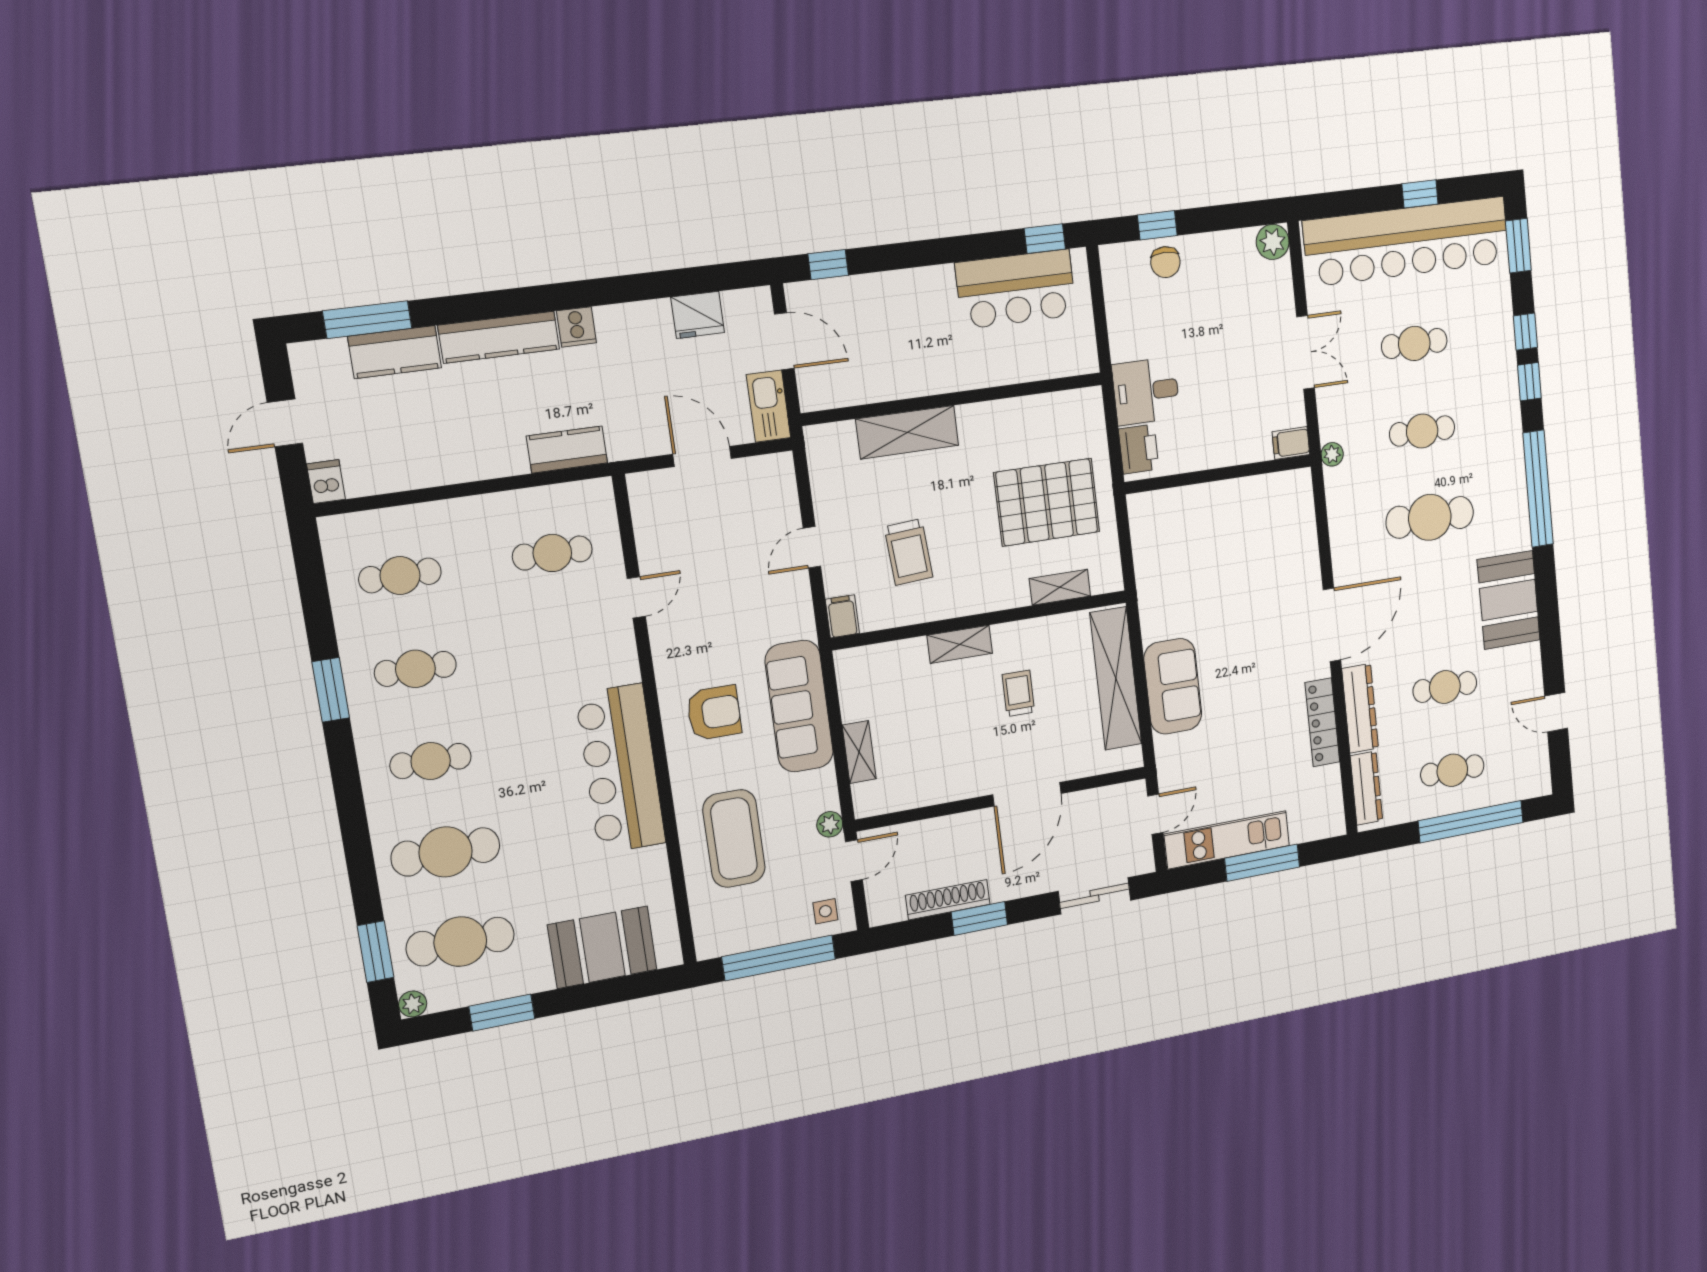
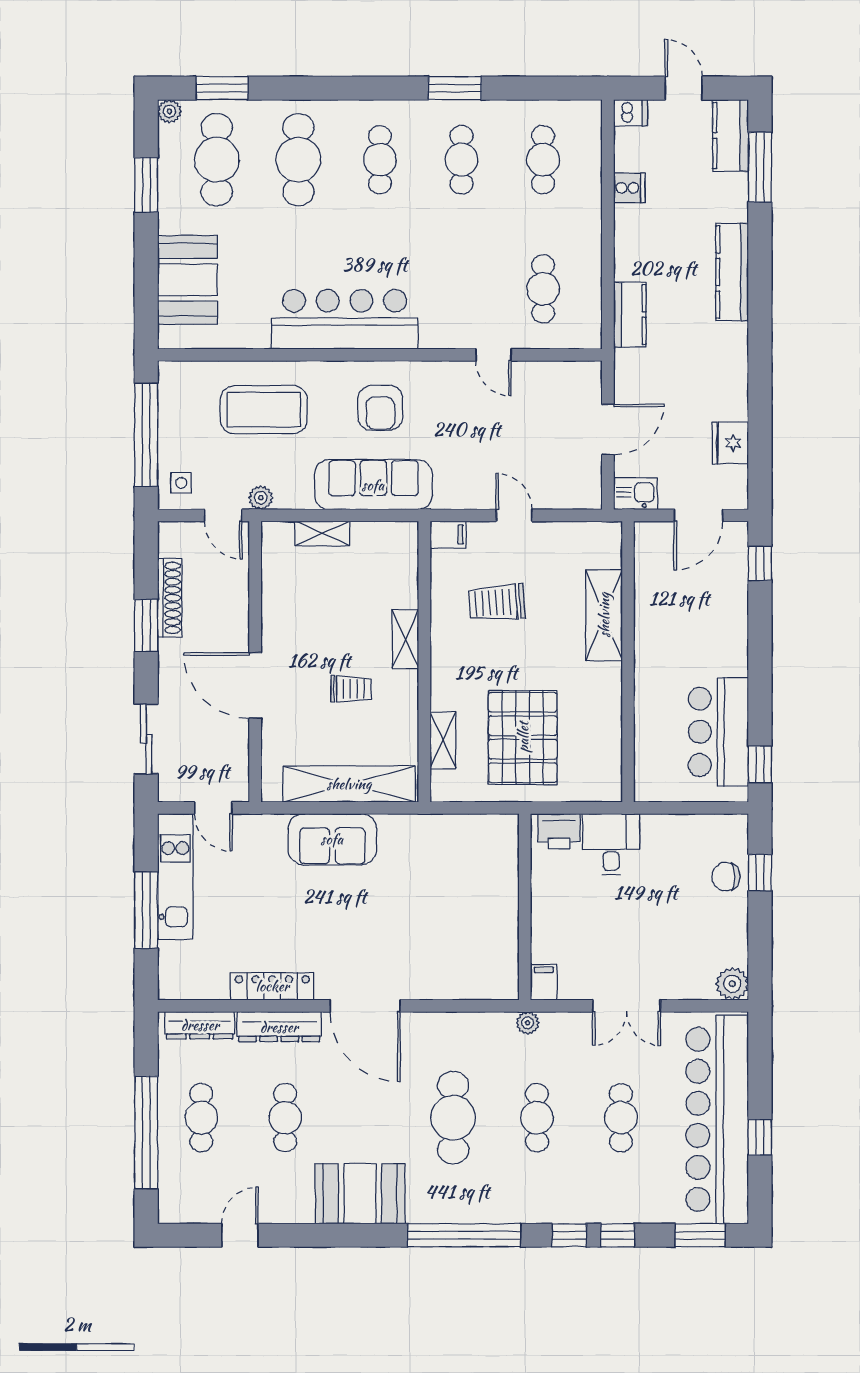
cooker: (576, 327) -> (629, 188), moved, turned 180
kitchen counter: (395, 352) -> (731, 135), moved
kitchen sink: (769, 406) -> (636, 494), width x0.73

